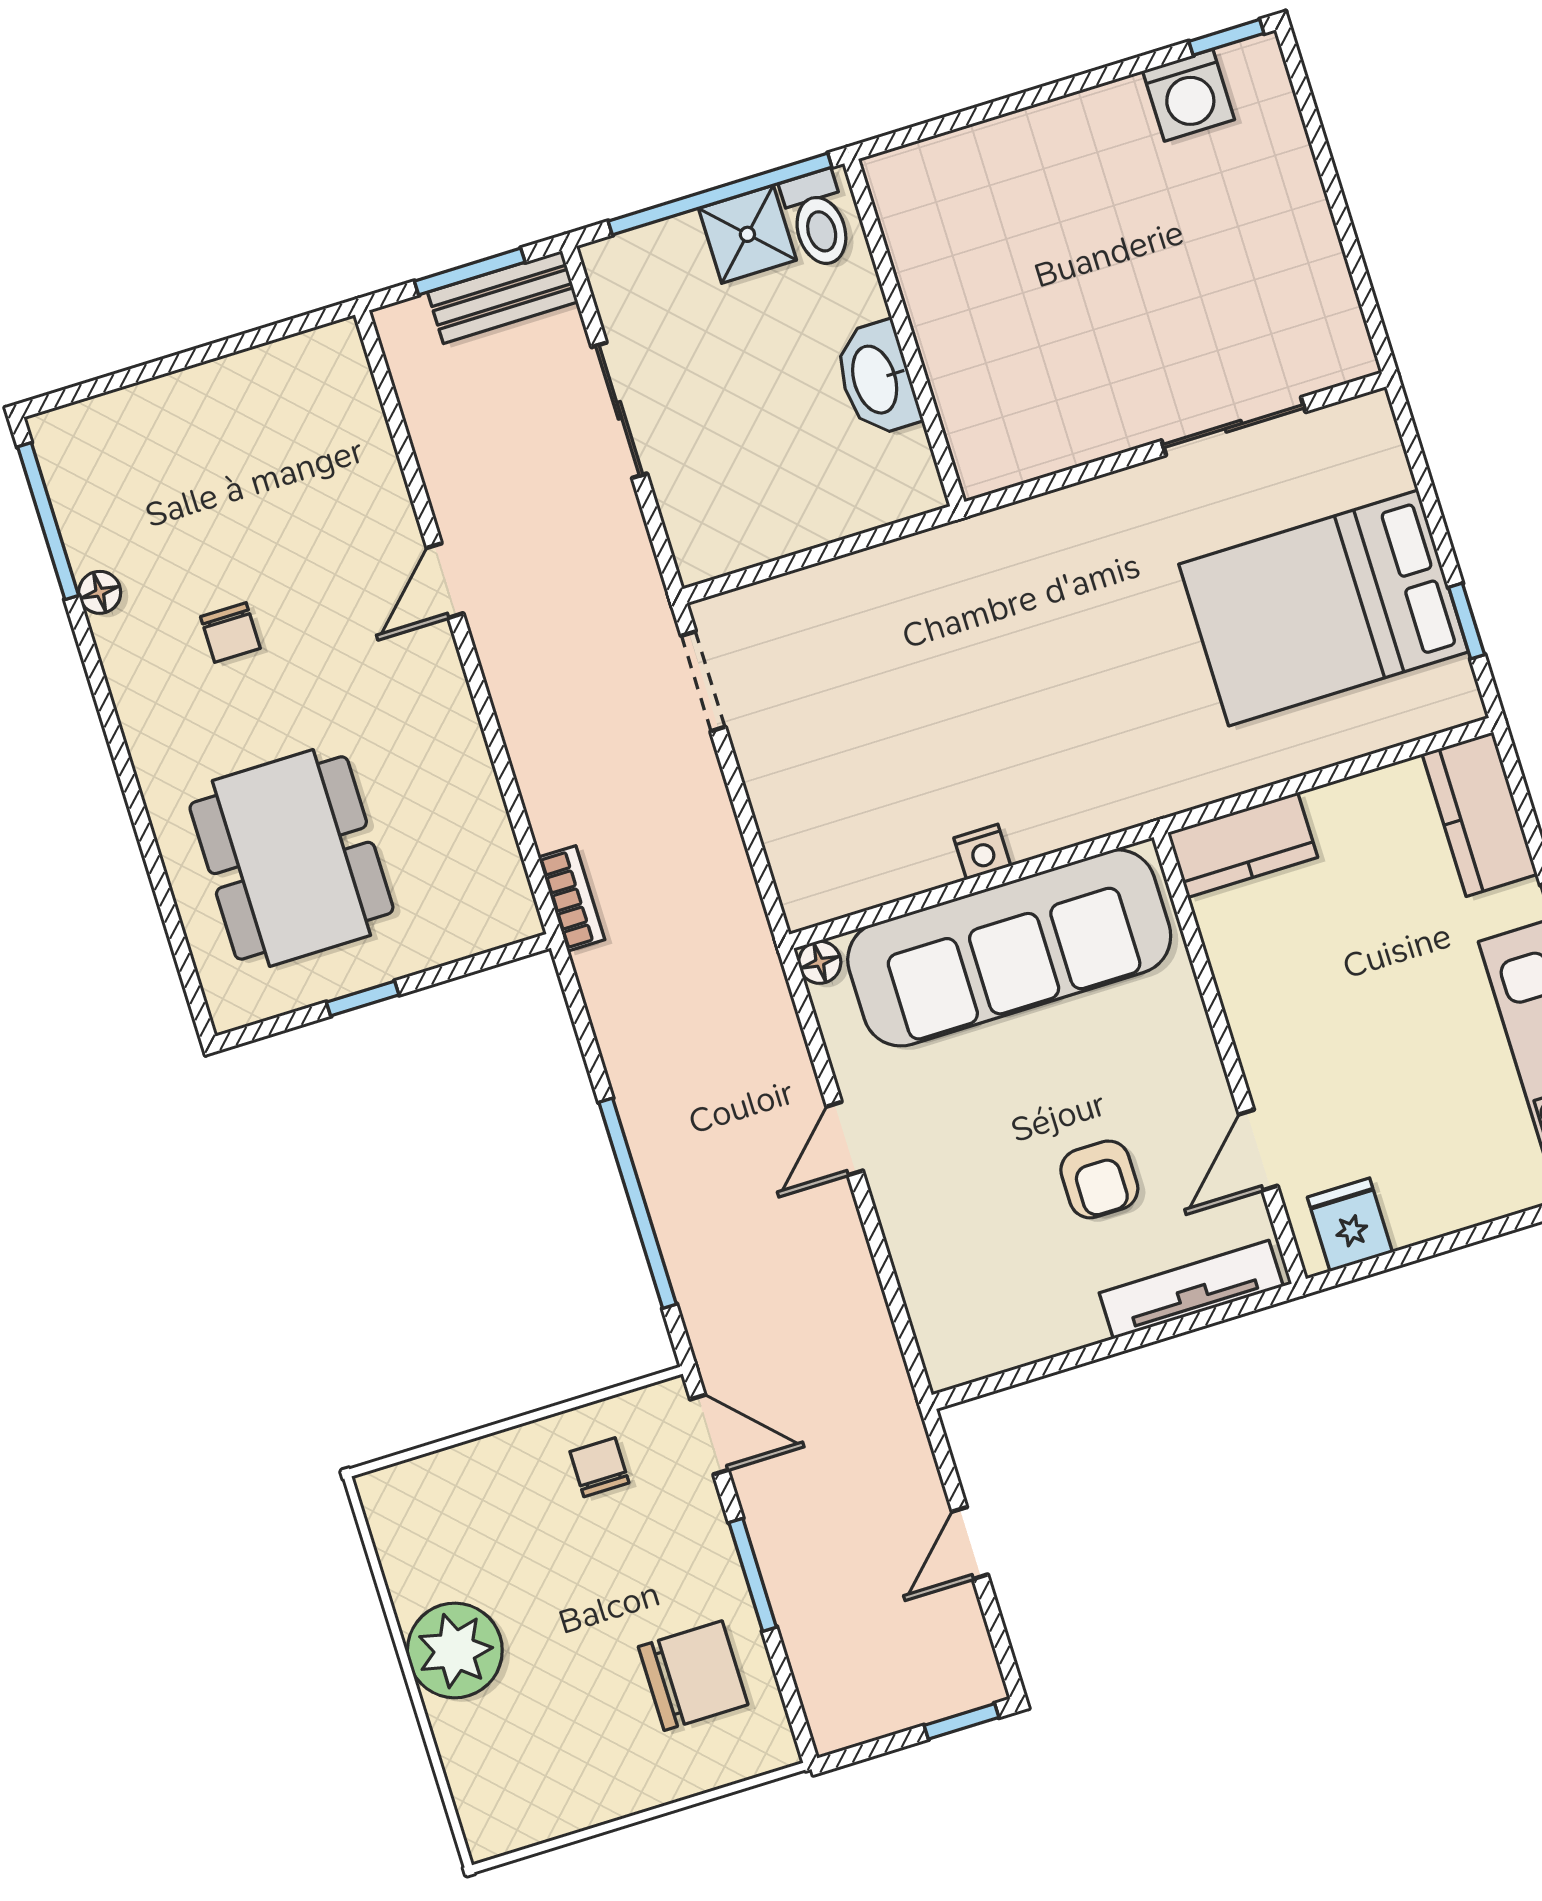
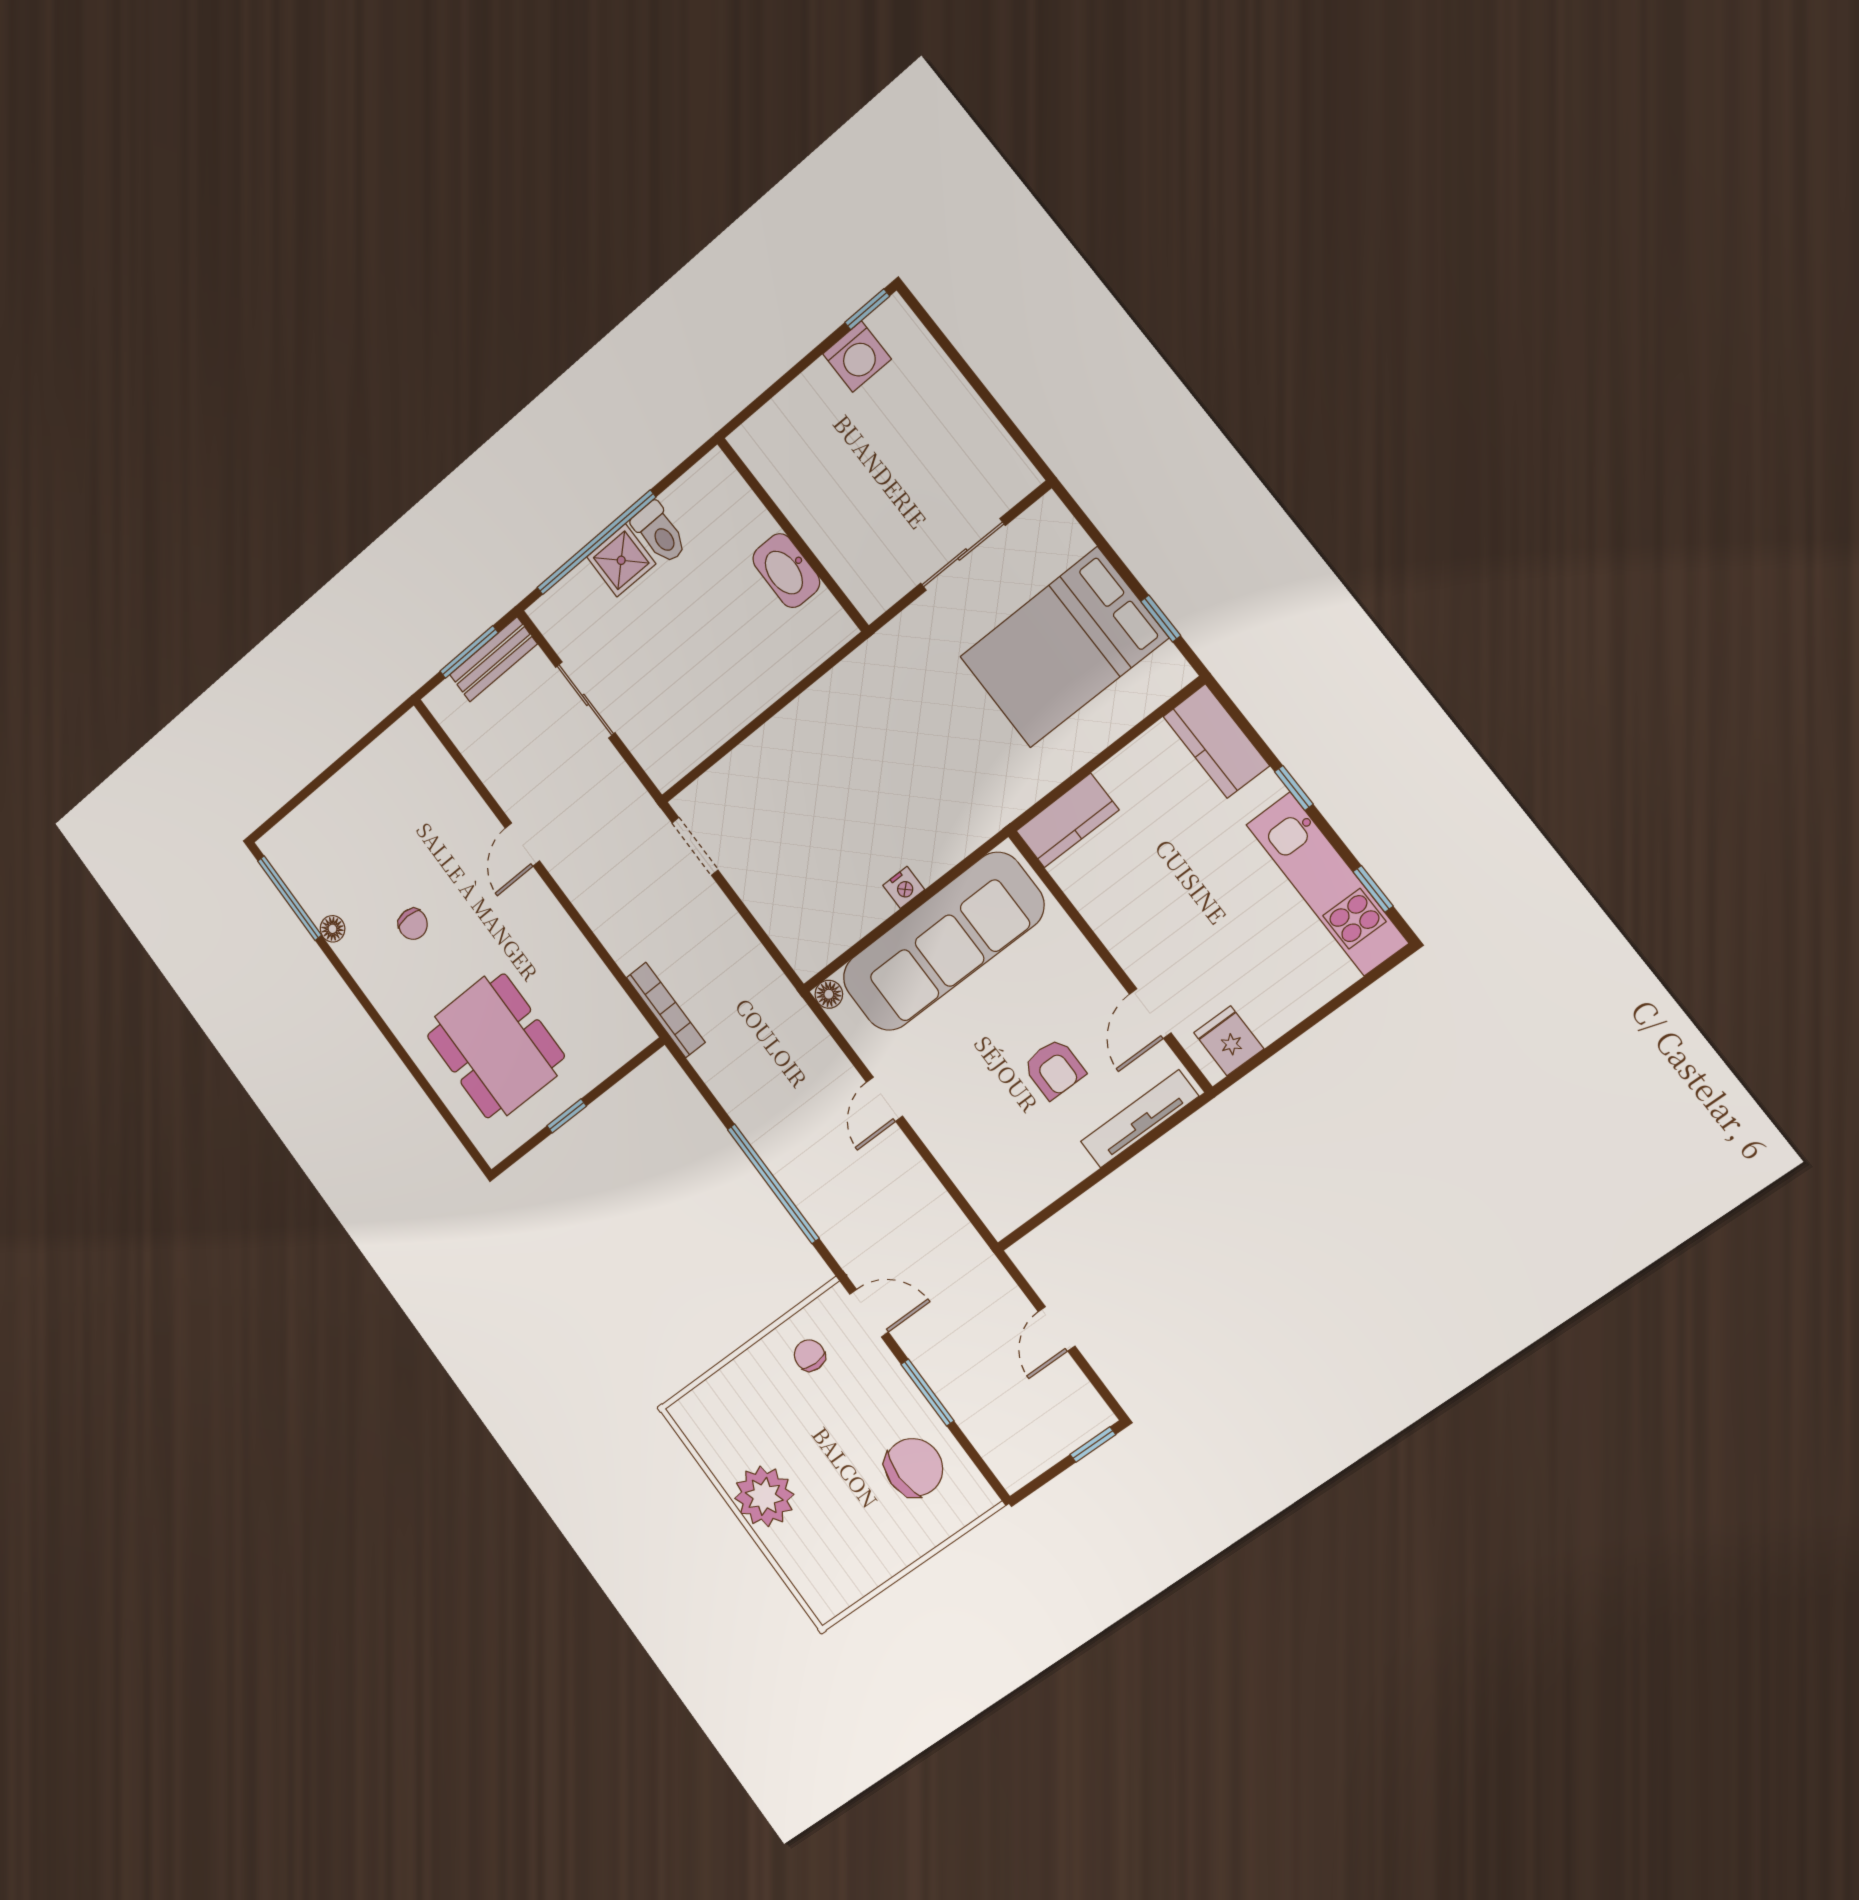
wall: (904, 333) -> (793, 534), moved
washbasin: (877, 379) -> (786, 571), moved
bookcase: (572, 898) -> (666, 1010), width x1.56

